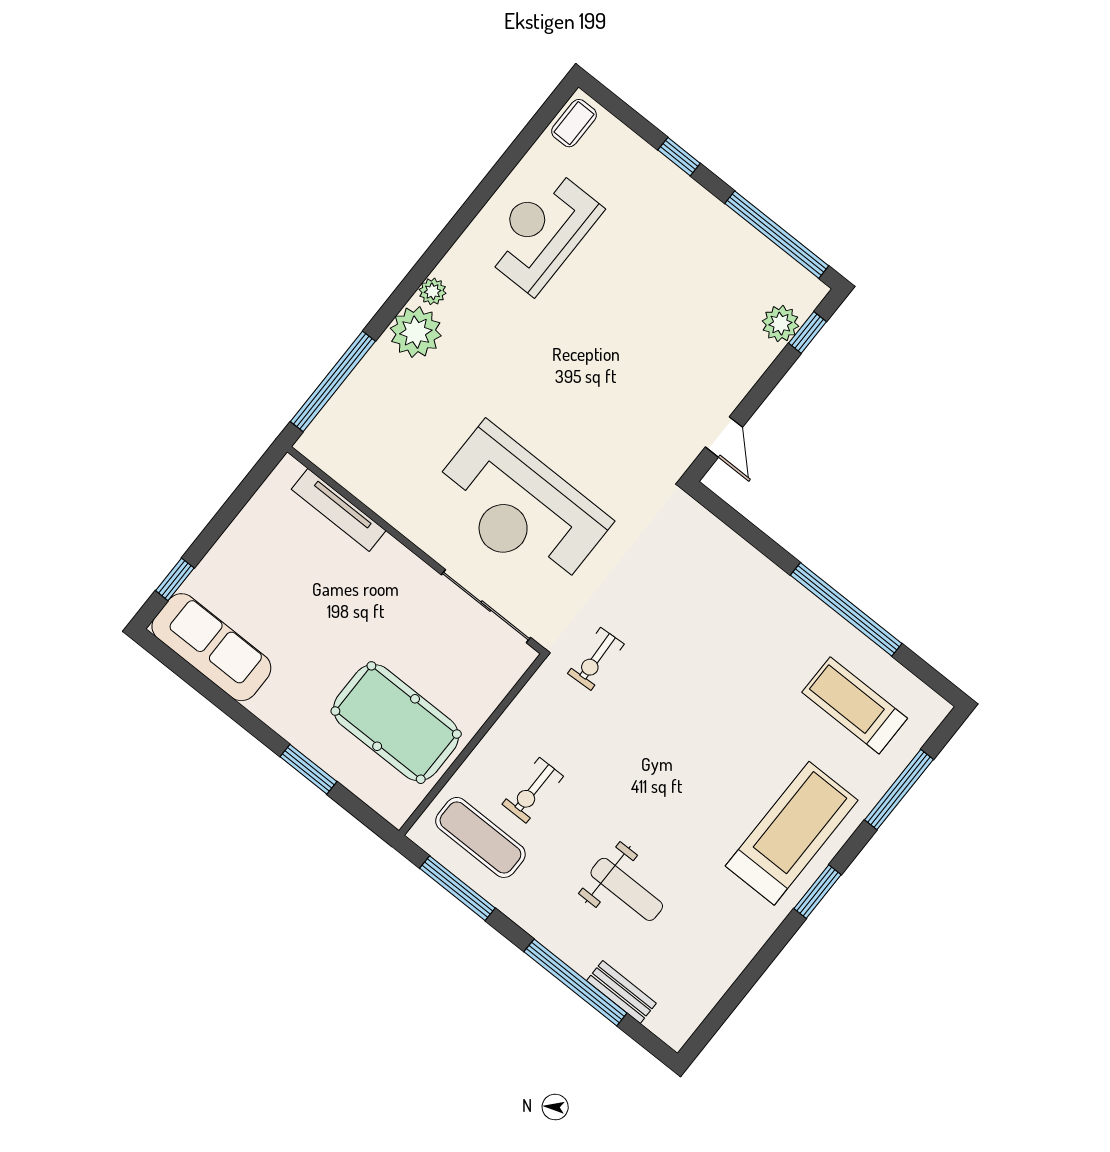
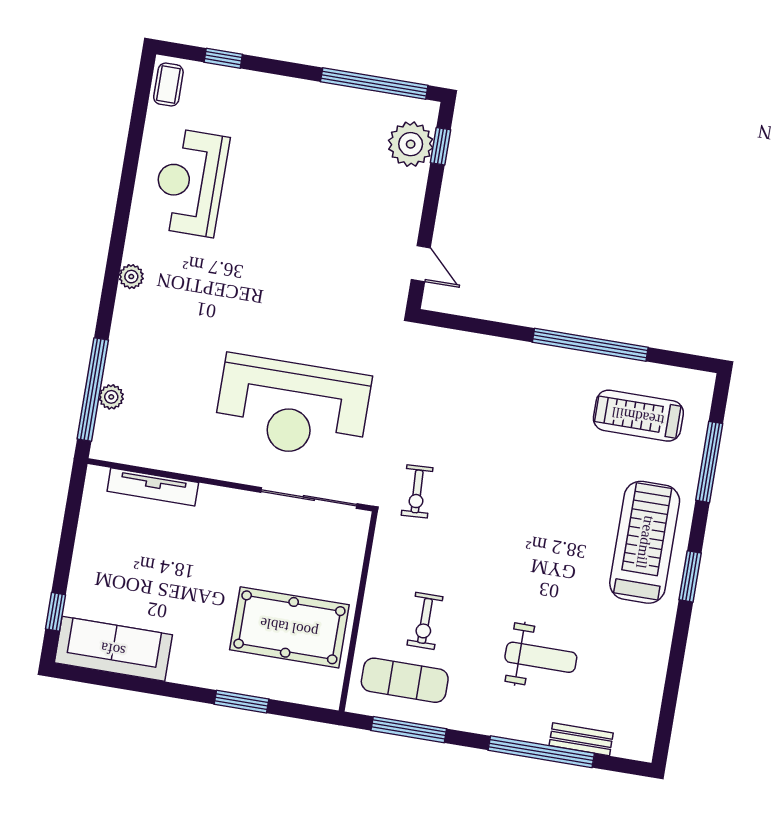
window: (679, 157) -> (223, 58), moved
plant: (780, 324) -> (411, 144), width x1.36, depth x1.36
plant: (416, 332) -> (111, 397), moved, width x0.53, depth x0.53

